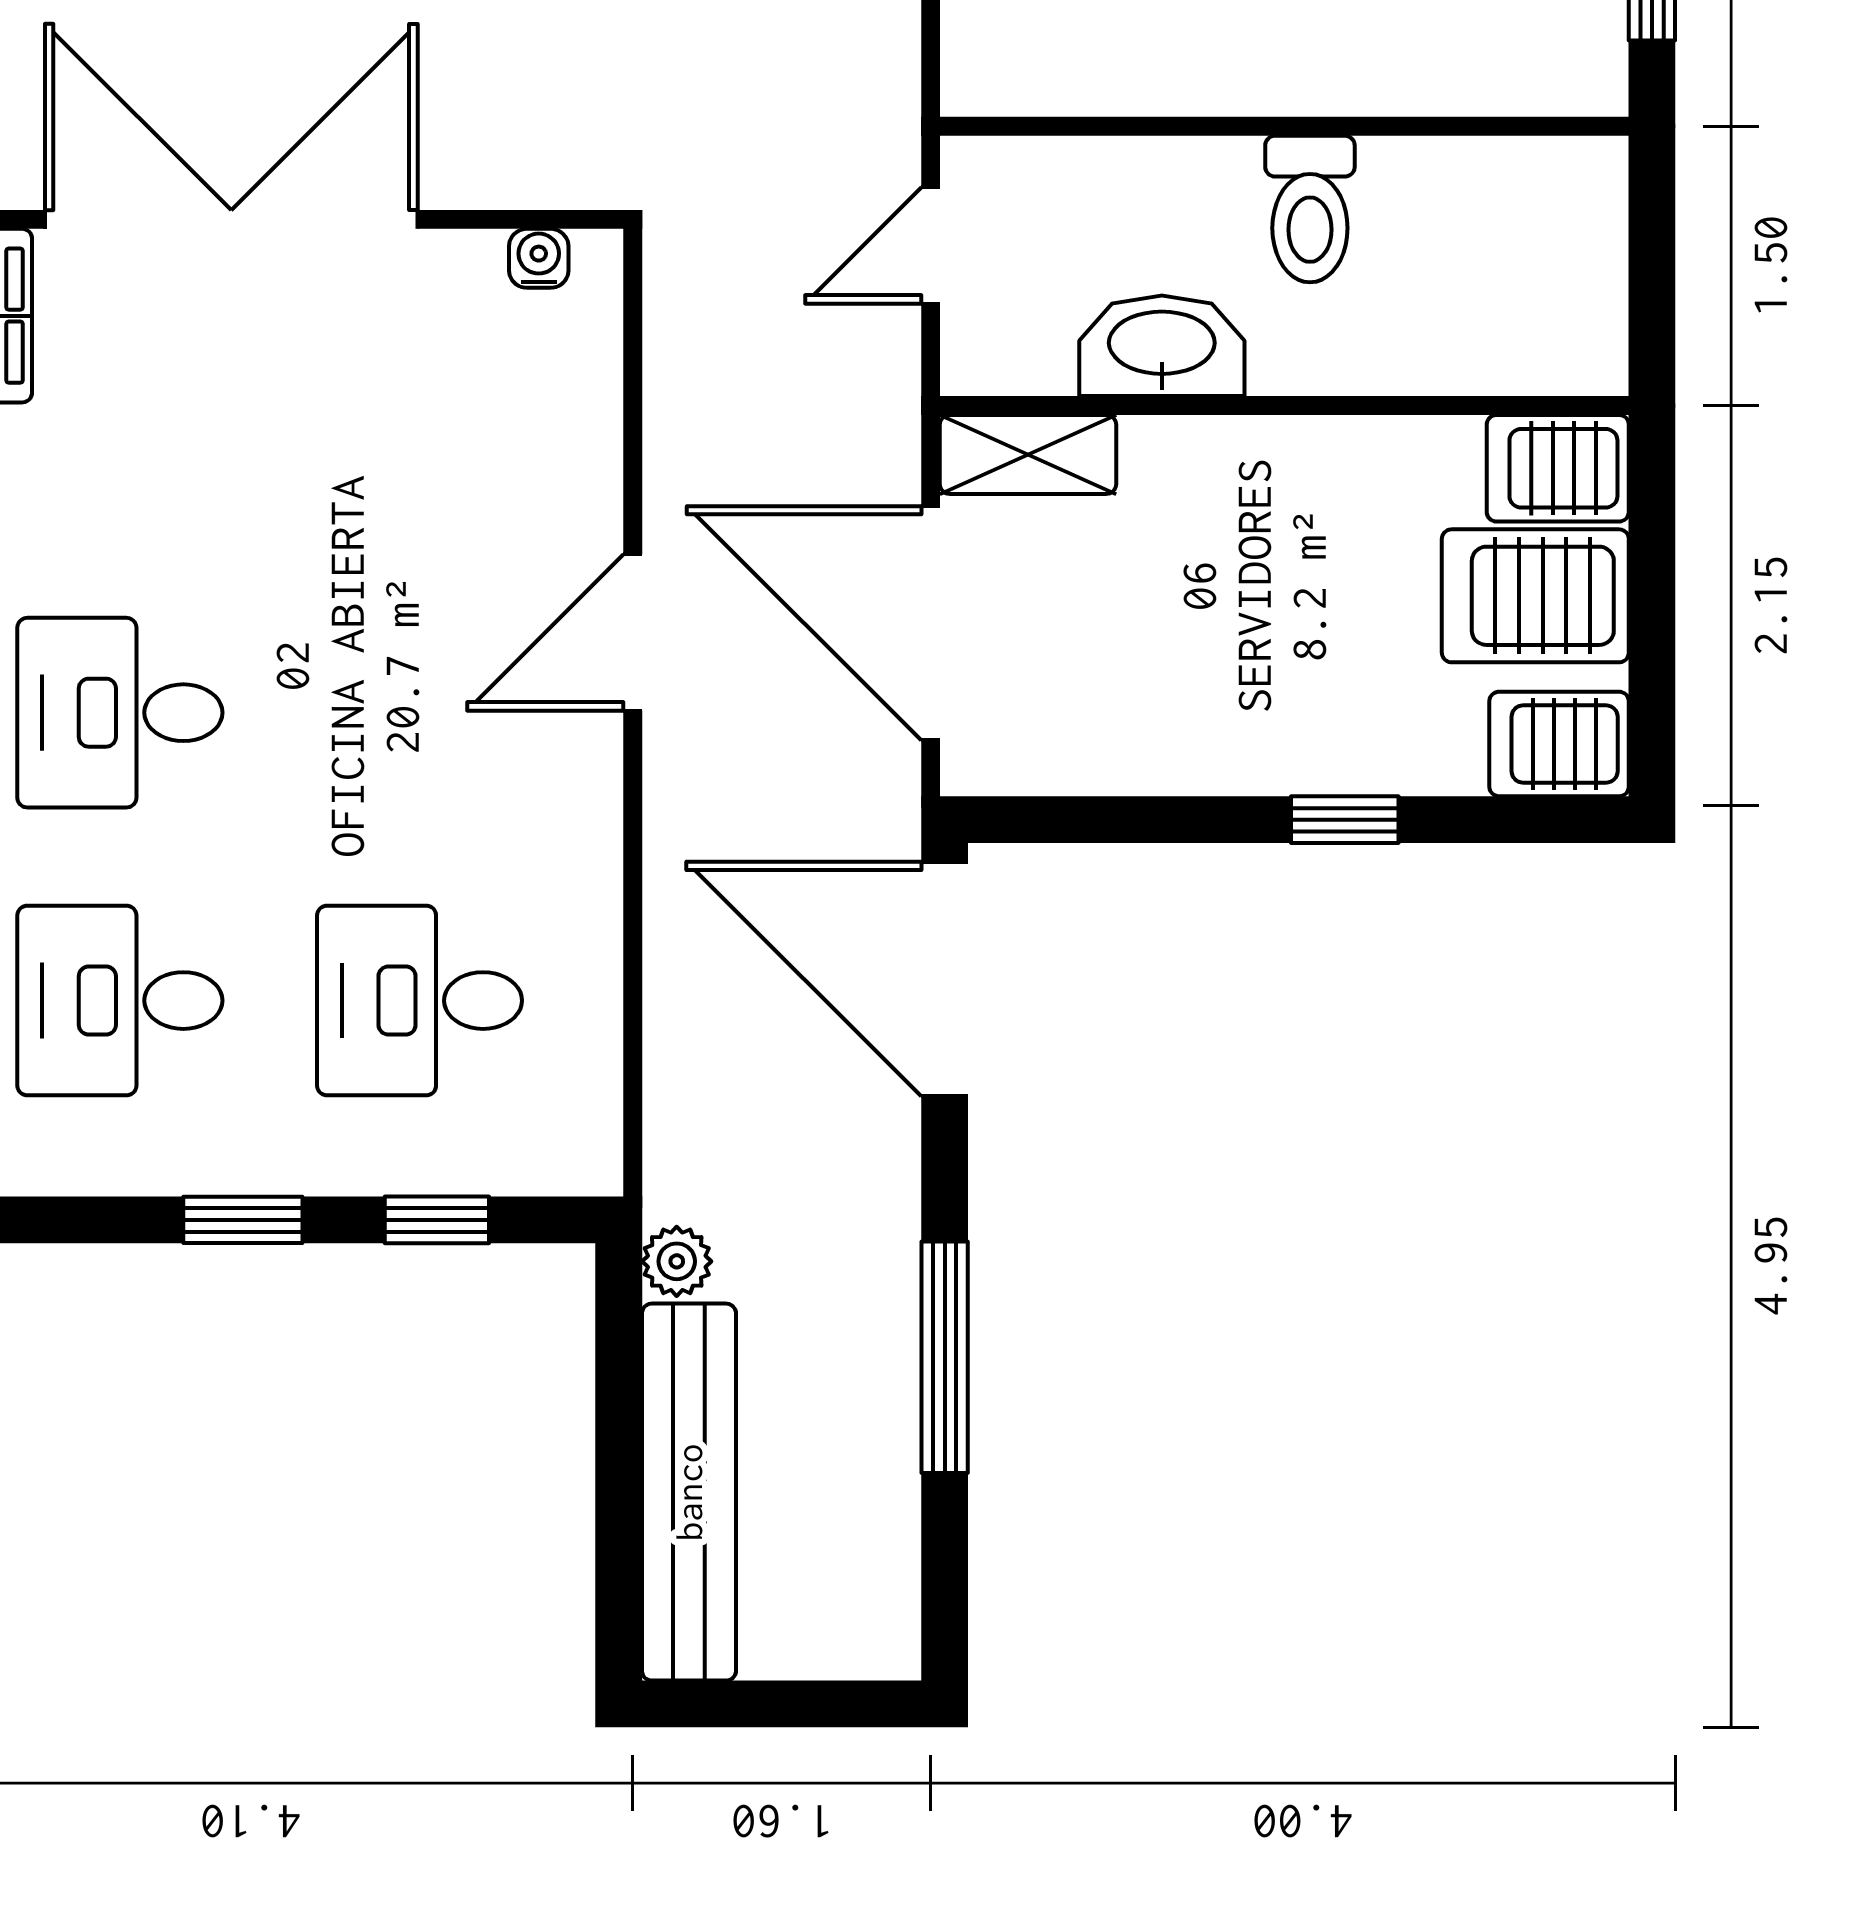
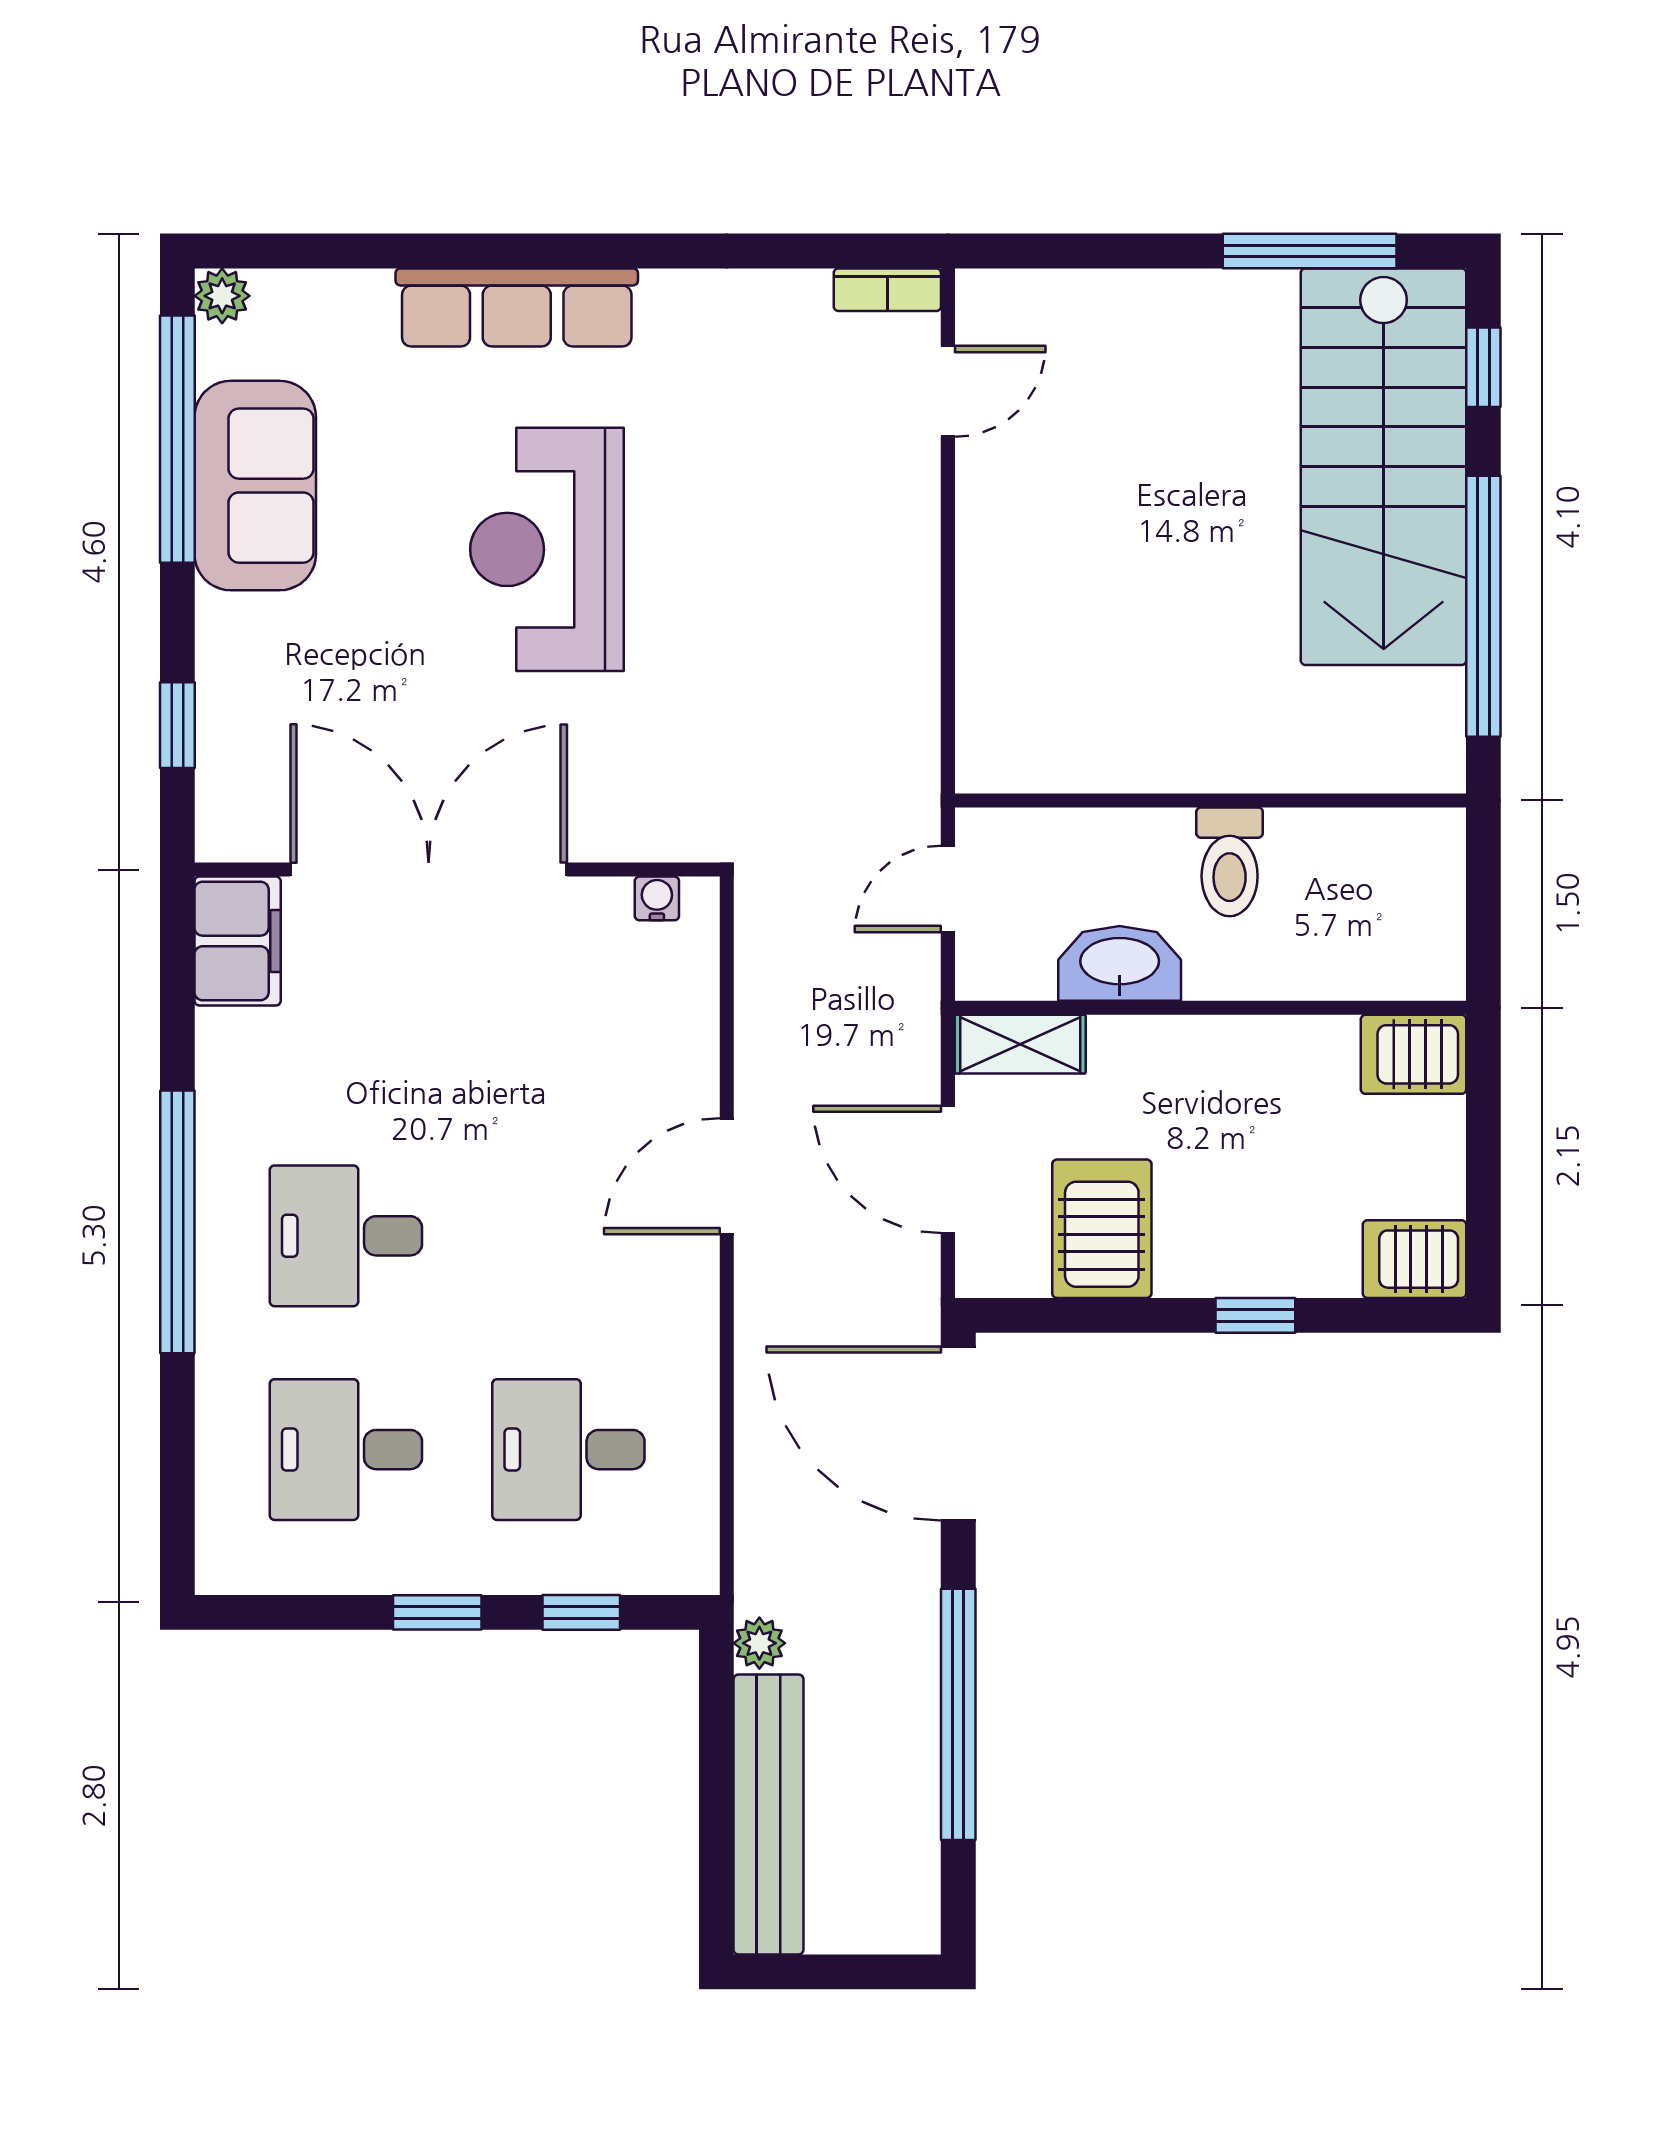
server rack: (1535, 596) -> (1102, 1229), moved, turned 90
door: (931, 623) -> (948, 1169), width x0.73
window: (945, 1357) -> (958, 1714), width x1.46

